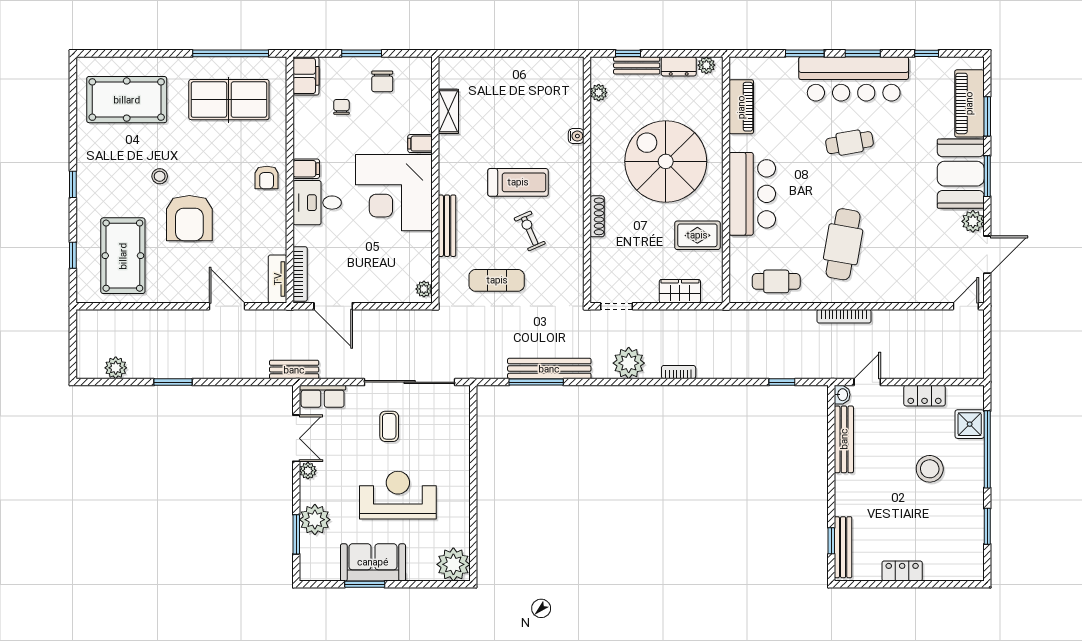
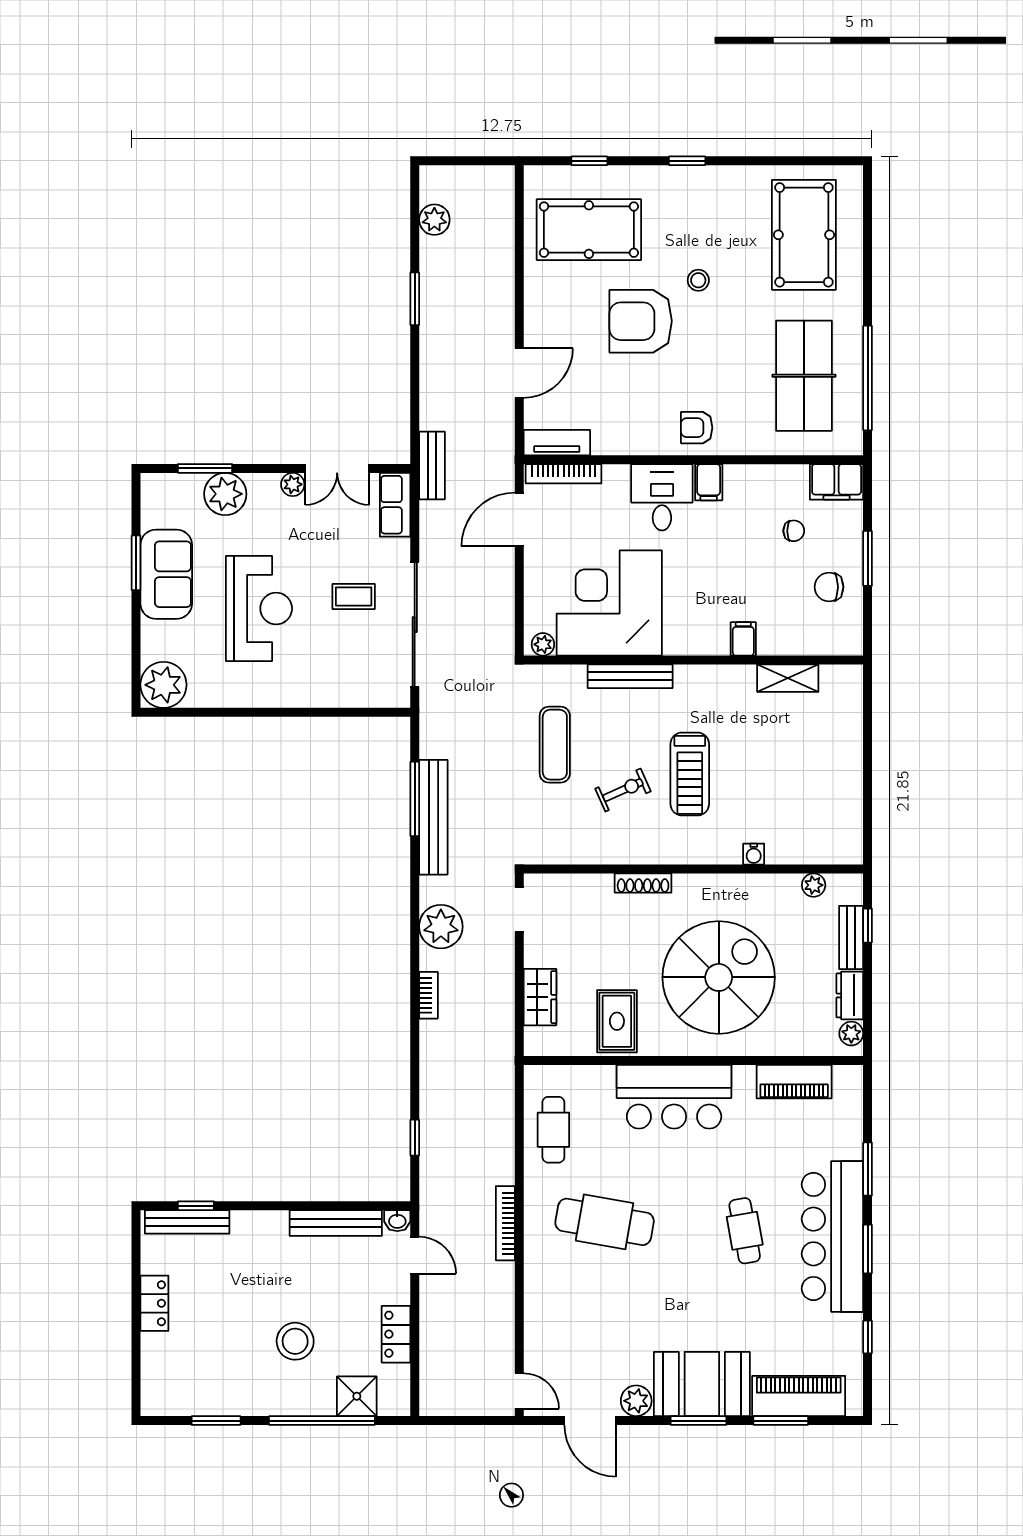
corner desk: (394, 193) -> (609, 603), moved

